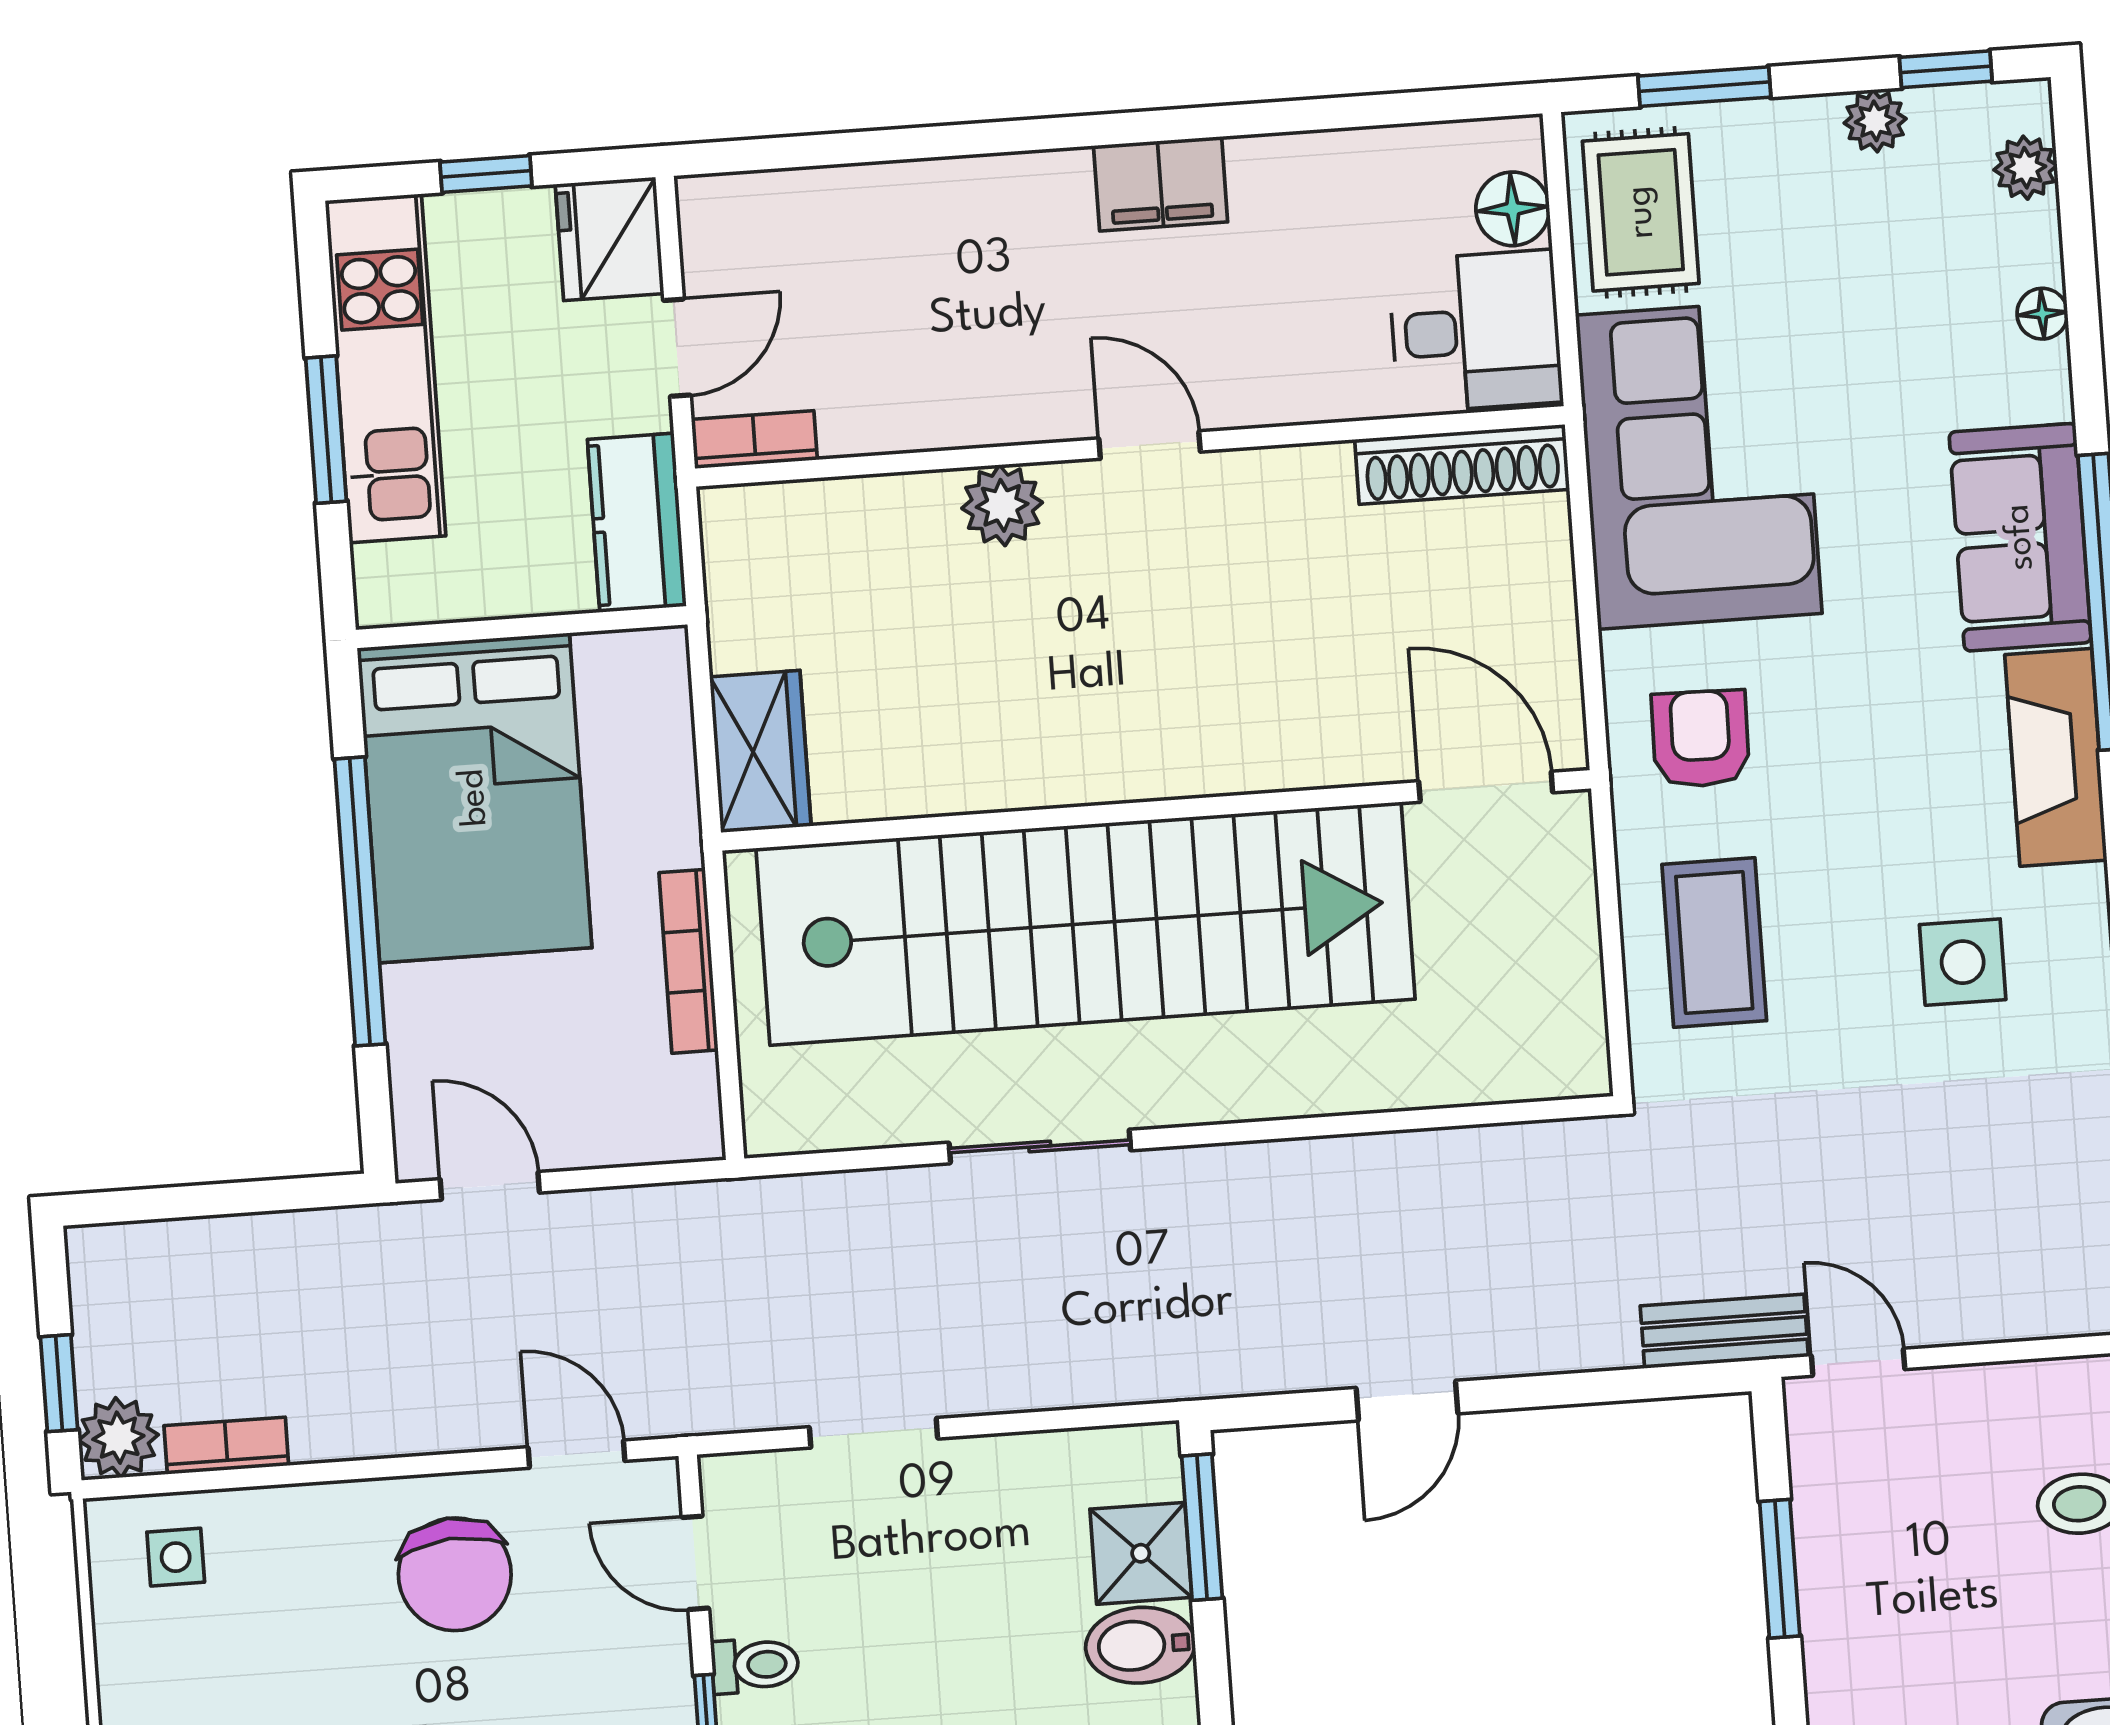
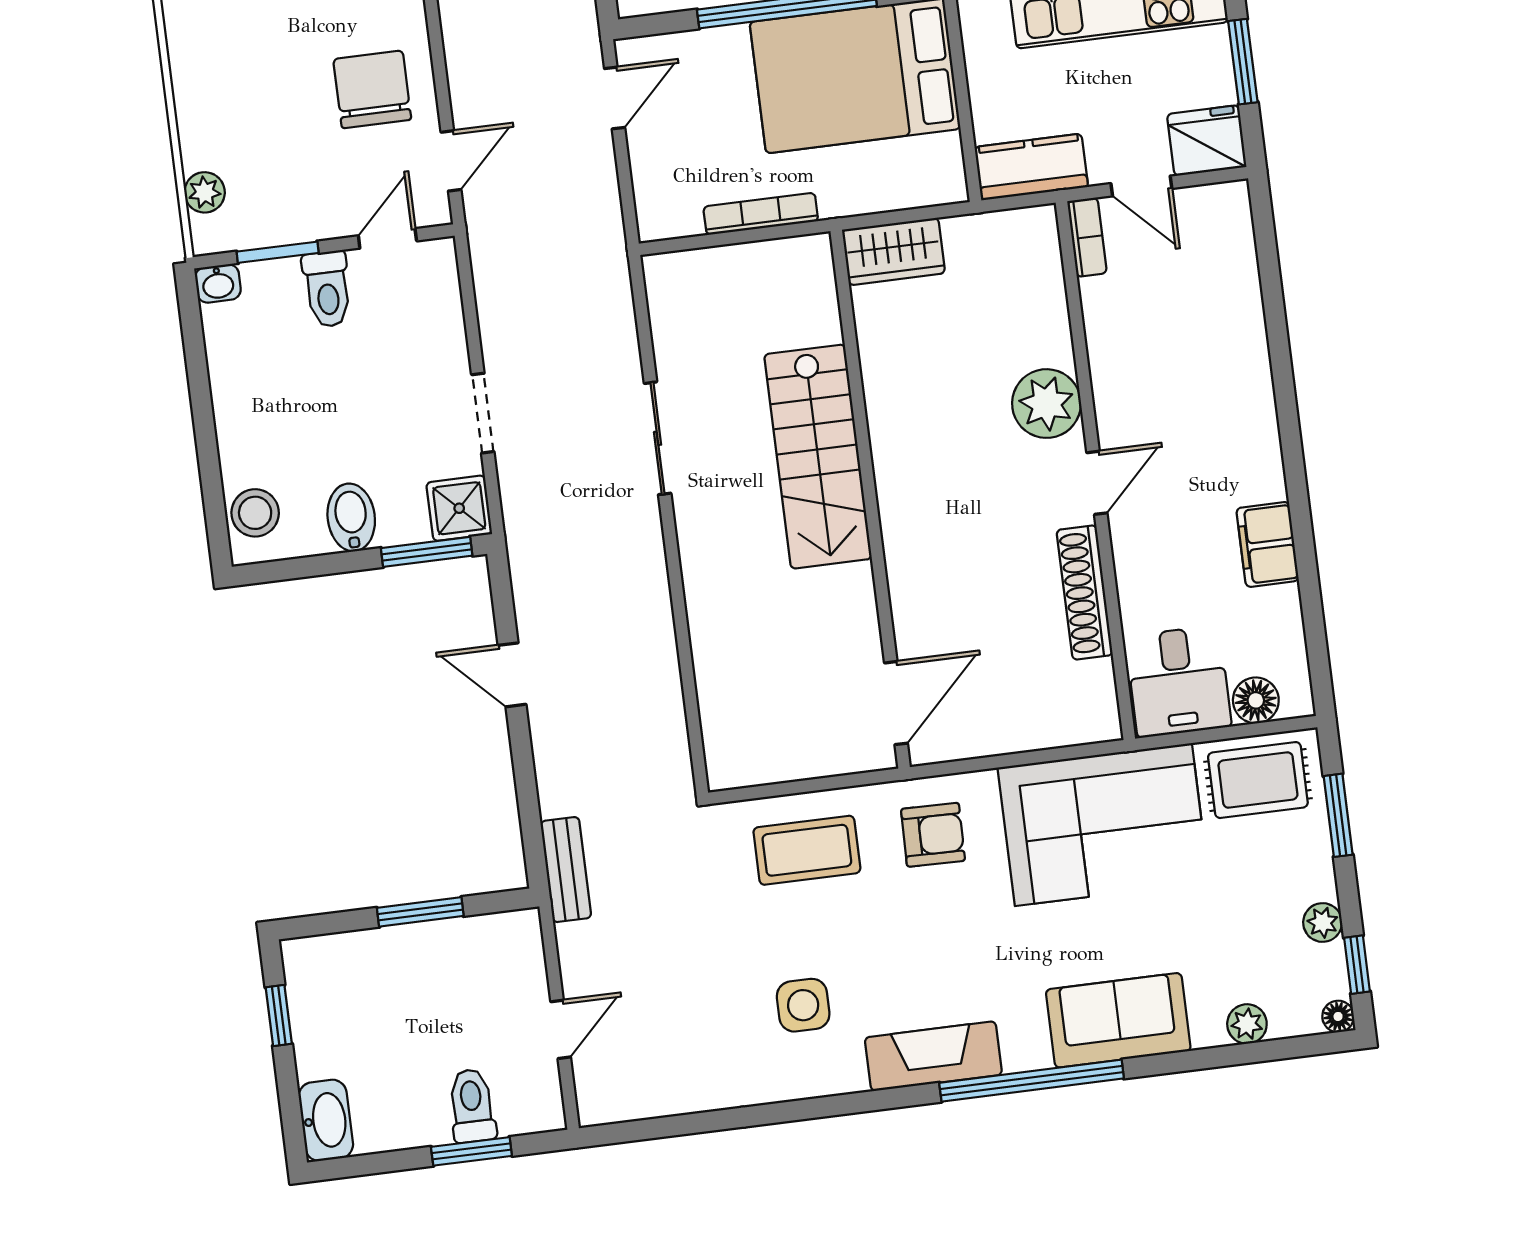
plant: (2025, 168) -> (1247, 1024), moved
window: (486, 174) -> (1243, 62), width x1.50
filing cabinet: (1161, 184) -> (1268, 544), moved
floor lamp: (2042, 314) -> (1338, 1016), moved
shoe rack: (1462, 464) -> (1085, 592), moved
plant: (1002, 505) -> (1046, 404), width x1.36, depth x1.36
sofa: (2020, 537) -> (1118, 1020), moved
stairs: (1086, 924) -> (818, 457), width x0.54, depth x0.66
door: (1858, 1362) -> (561, 1029), moved
doorway: (874, 1433) -> (483, 413), moved
shower: (1141, 1553) -> (459, 508), moved
chair: (455, 1574) -> (372, 89), turned 94
toilet: (755, 1665) -> (327, 289), width x1.37, depth x1.39

